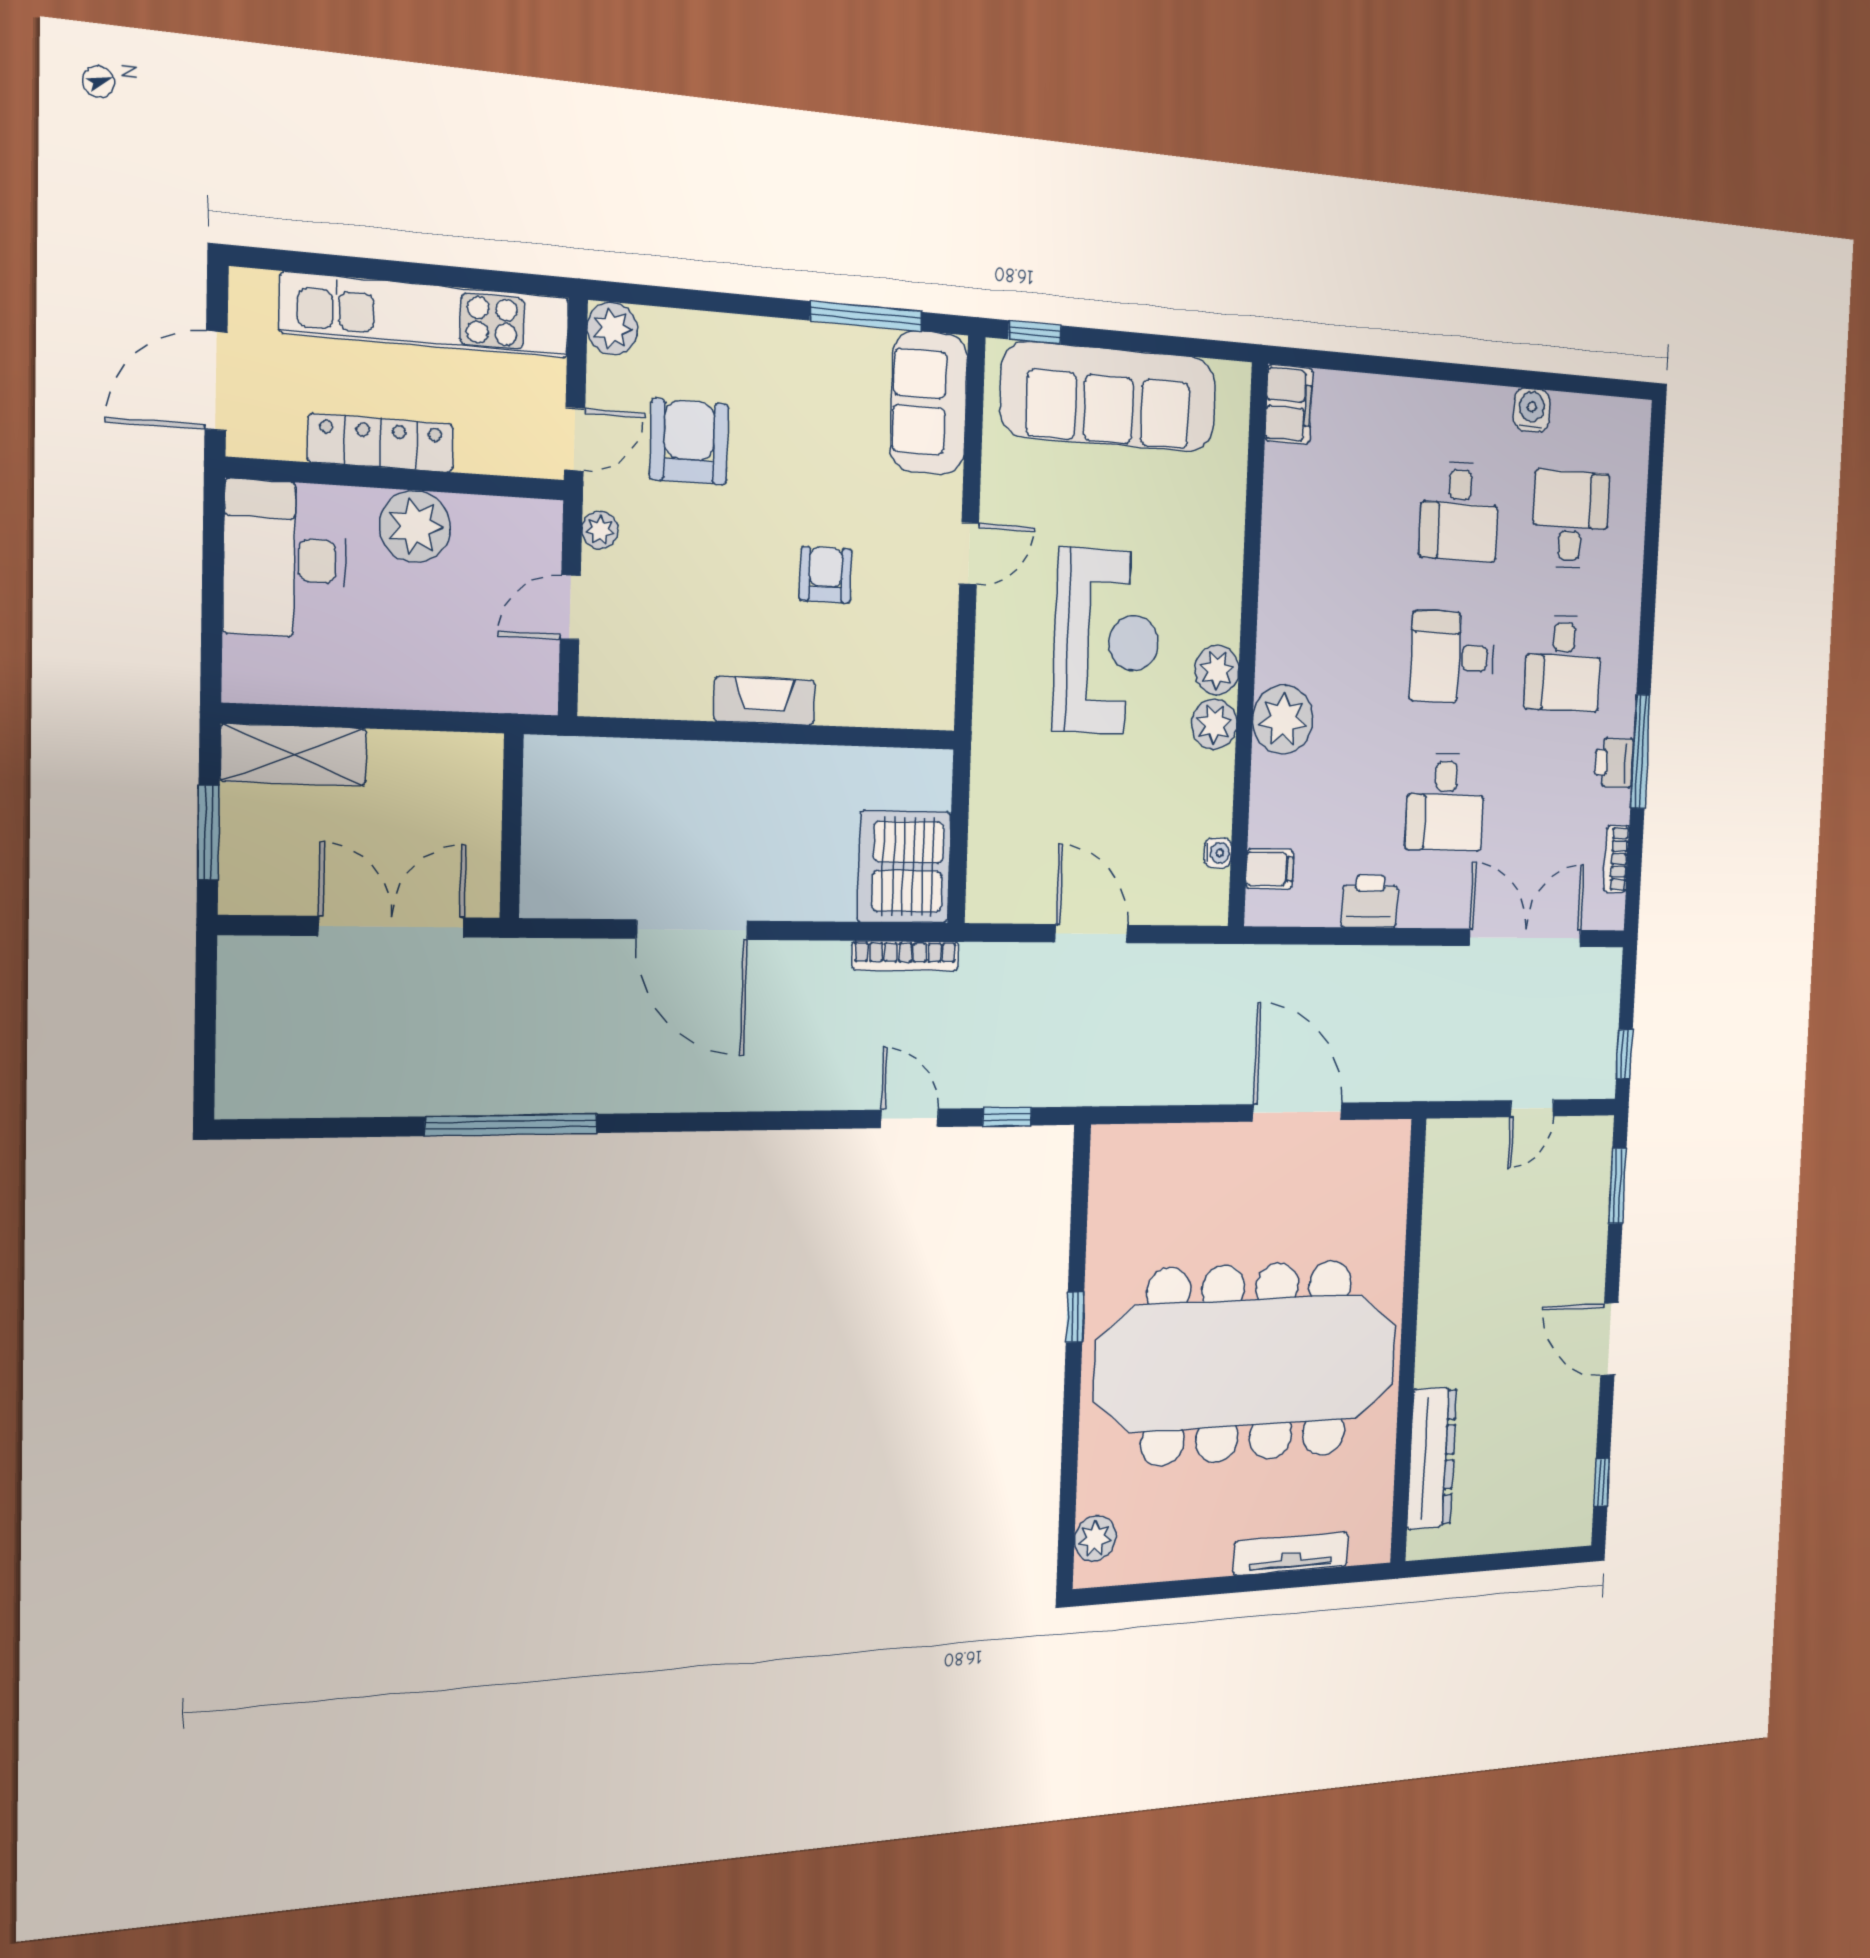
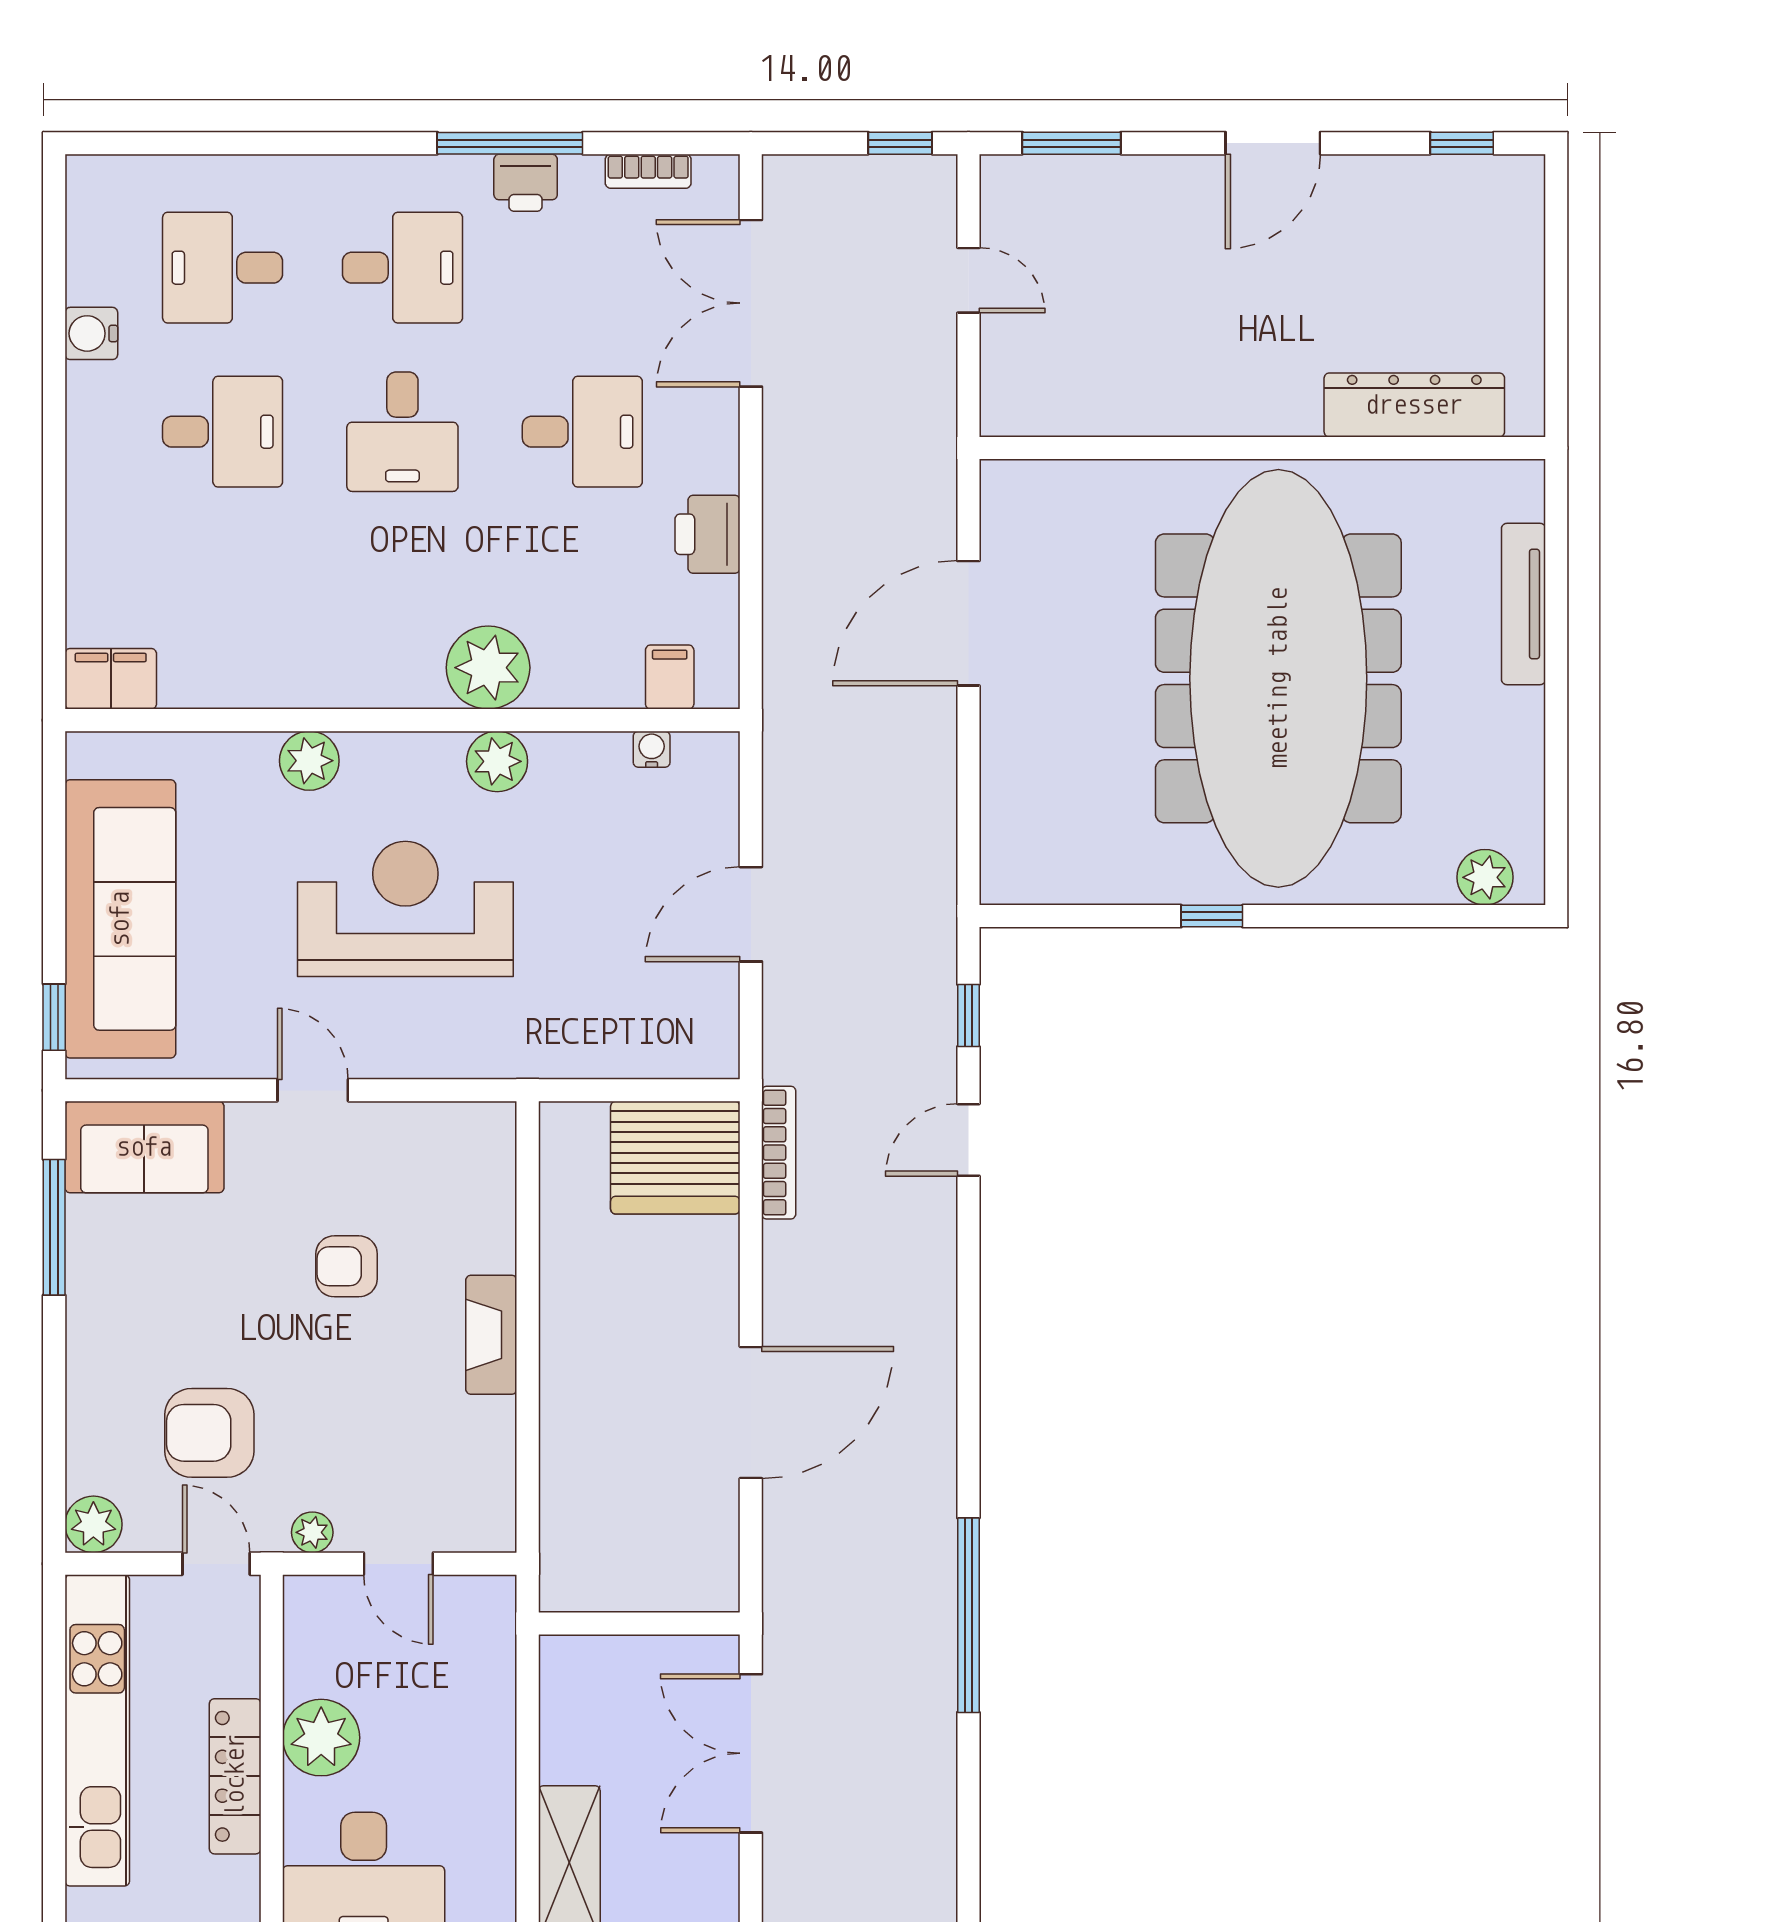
plant: (1217, 670) -> (309, 761), moved

